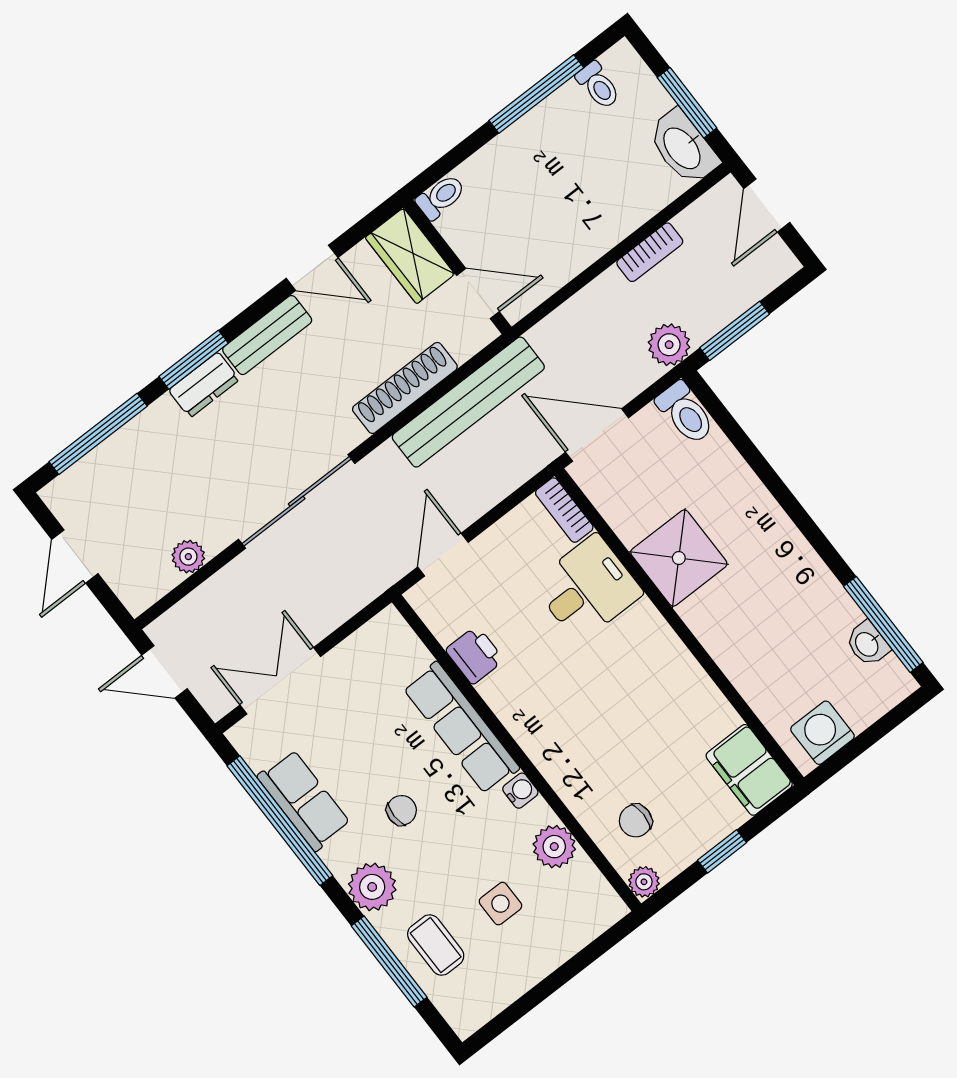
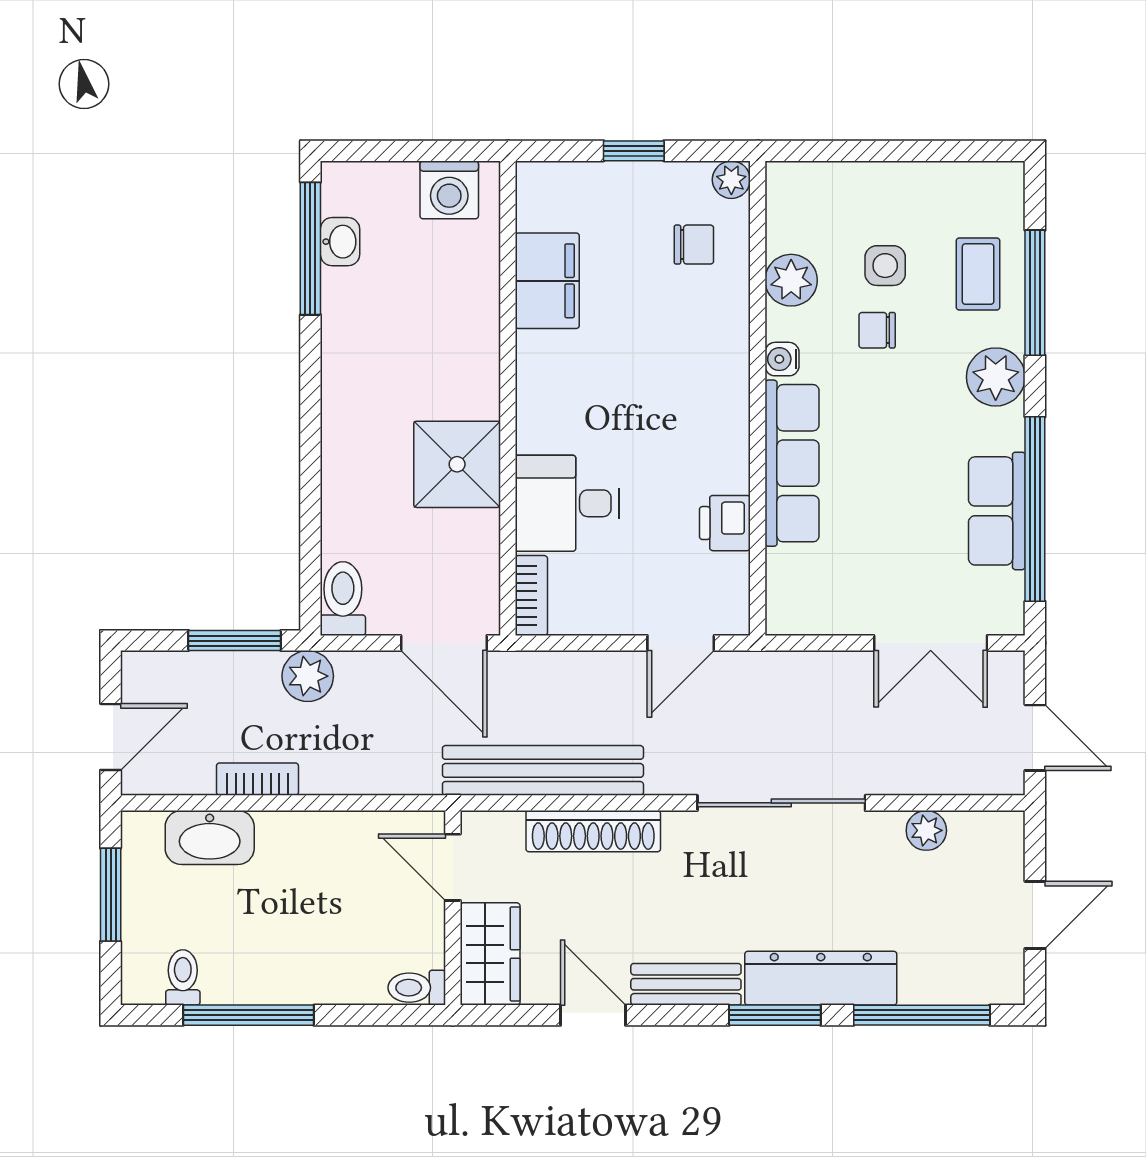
washbasin: (683, 148) -> (210, 838), moved, turned 90
dresser: (204, 385) -> (821, 978), width x1.96, depth x1.24
filing cabinet: (749, 770) -> (547, 281), moved
chair: (402, 810) -> (877, 330), moved

